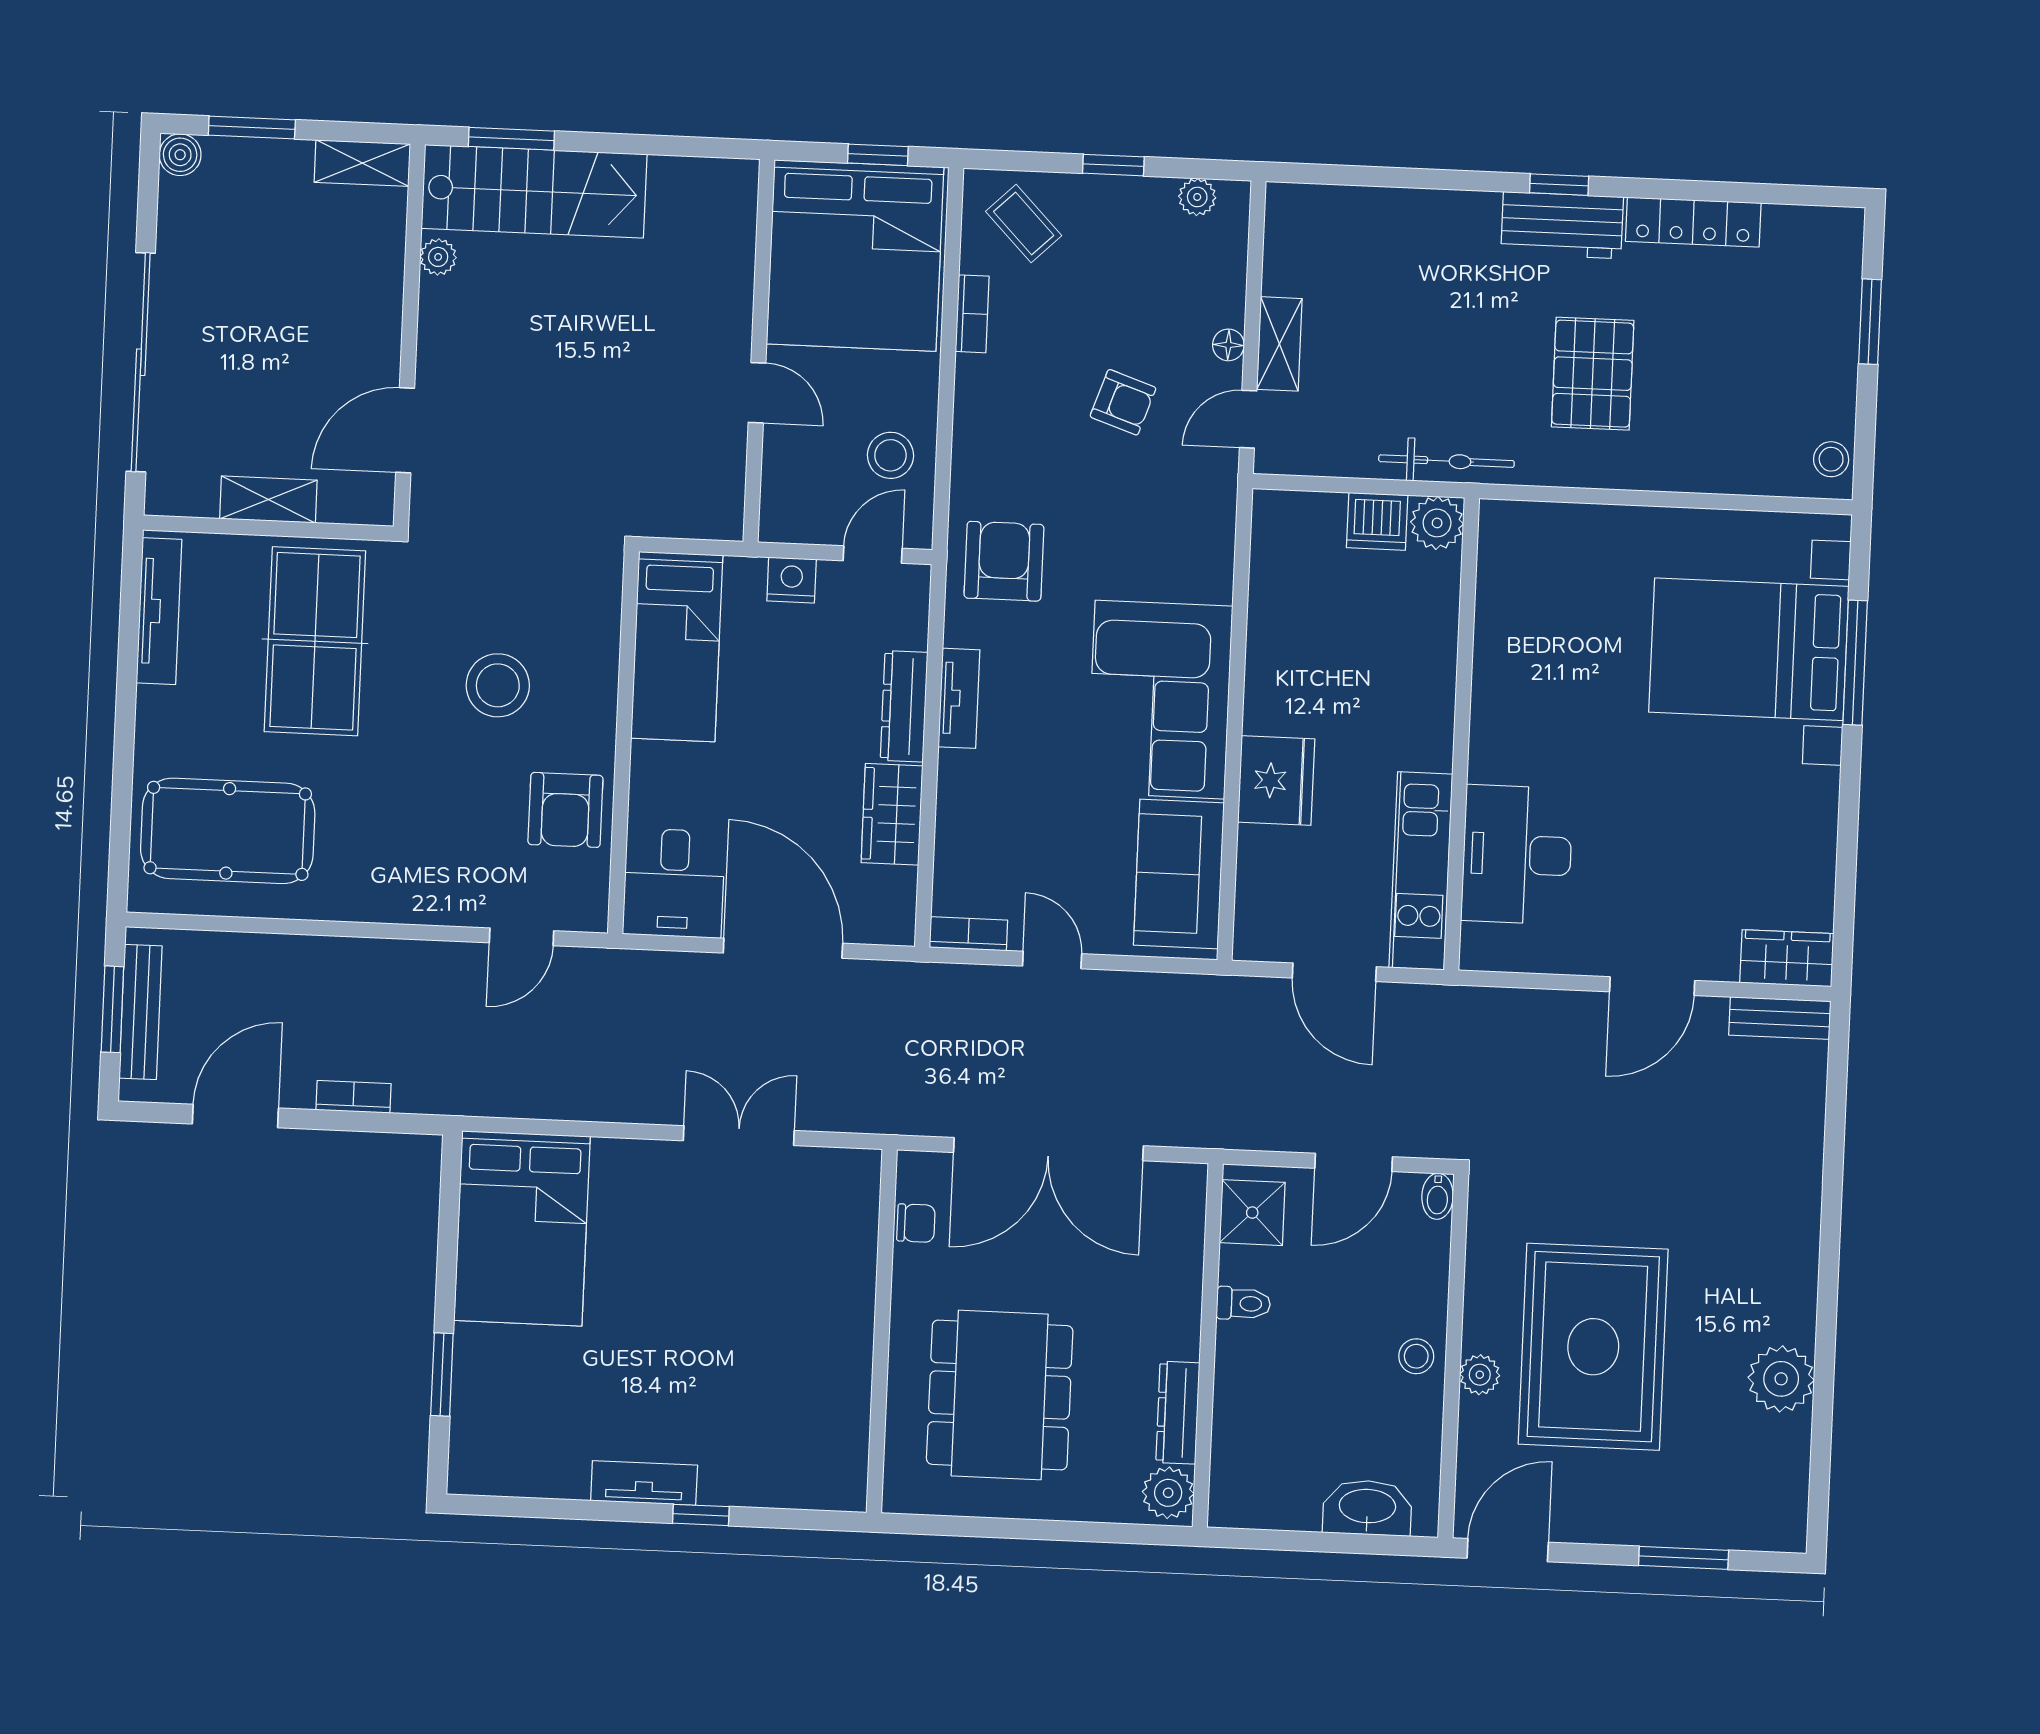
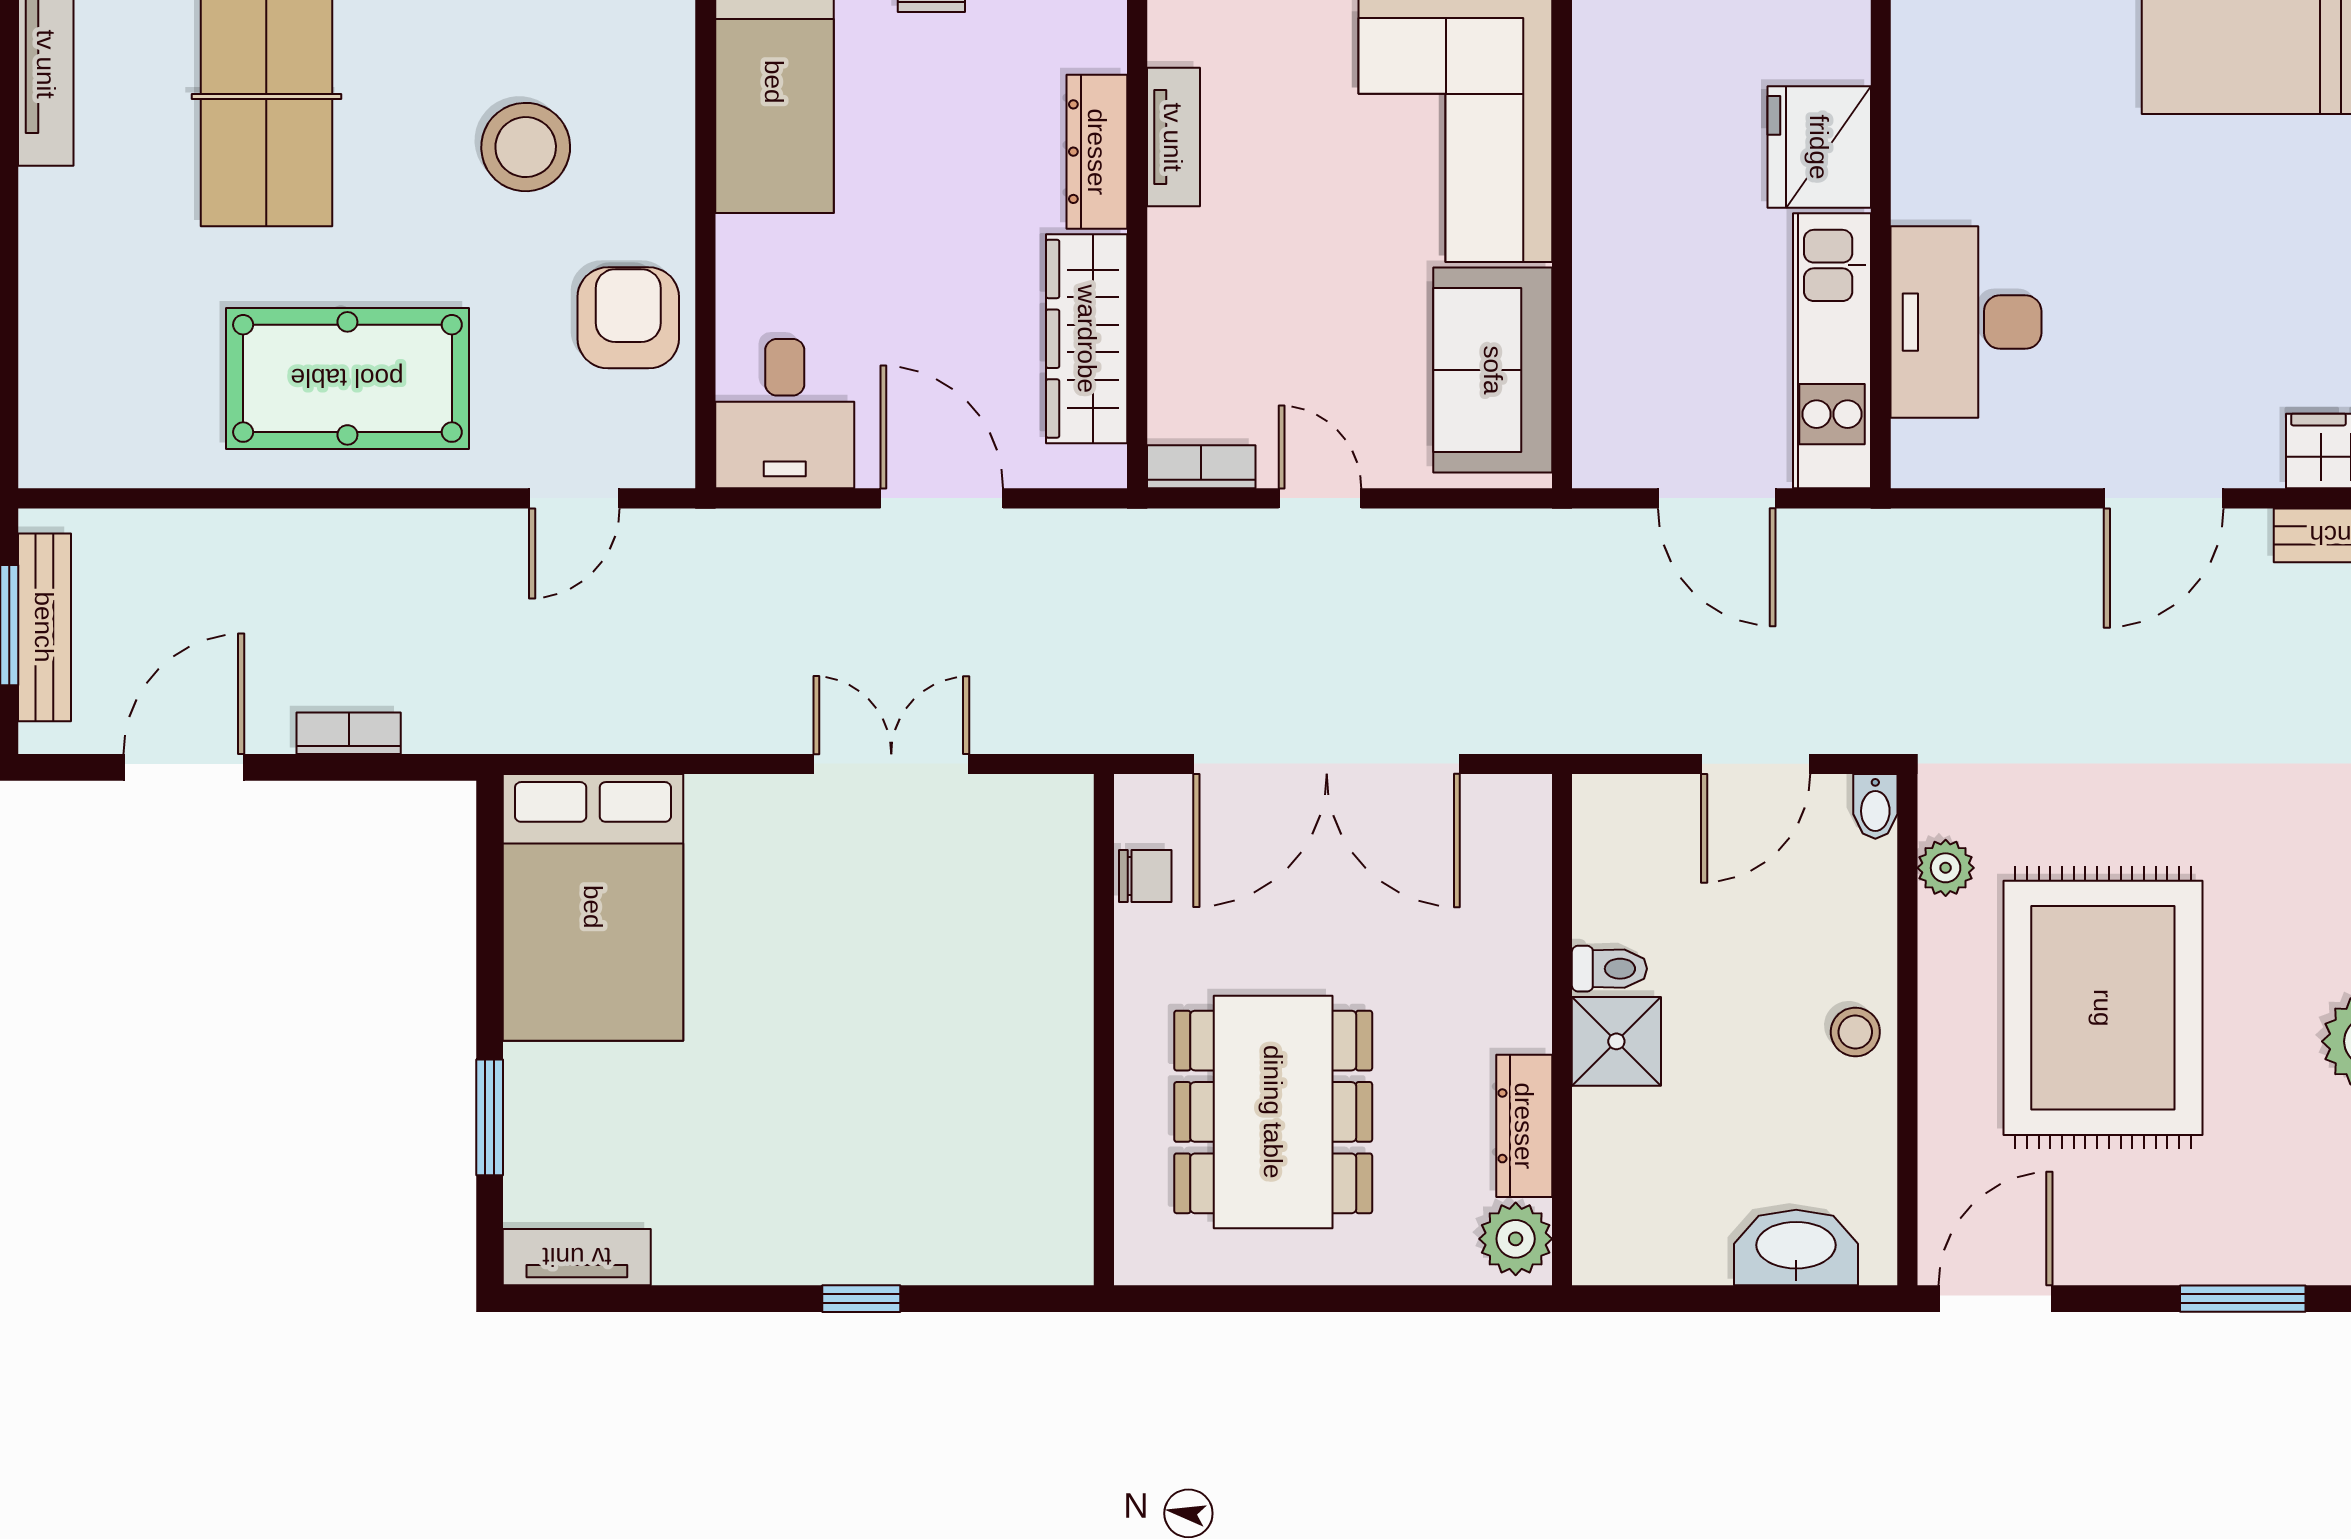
fridge: (1276, 781) -> (1819, 147), moved, turned 180
armchair: (565, 810) -> (628, 318), turned 180
wardrobe: (892, 814) -> (1087, 339), width x1.50
pool table: (228, 831) -> (347, 378), moved
door: (783, 948) -> (942, 498), width x0.73
shower: (1252, 1213) -> (1616, 1041), moved
plant: (1480, 1375) -> (1946, 868), moved
tv unit: (644, 1483) -> (577, 1257), moved

